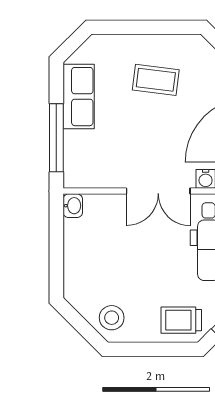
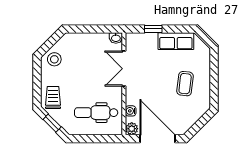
window: (56, 138) -> (153, 29), width x0.46
double door: (158, 191) -> (124, 69), moved

